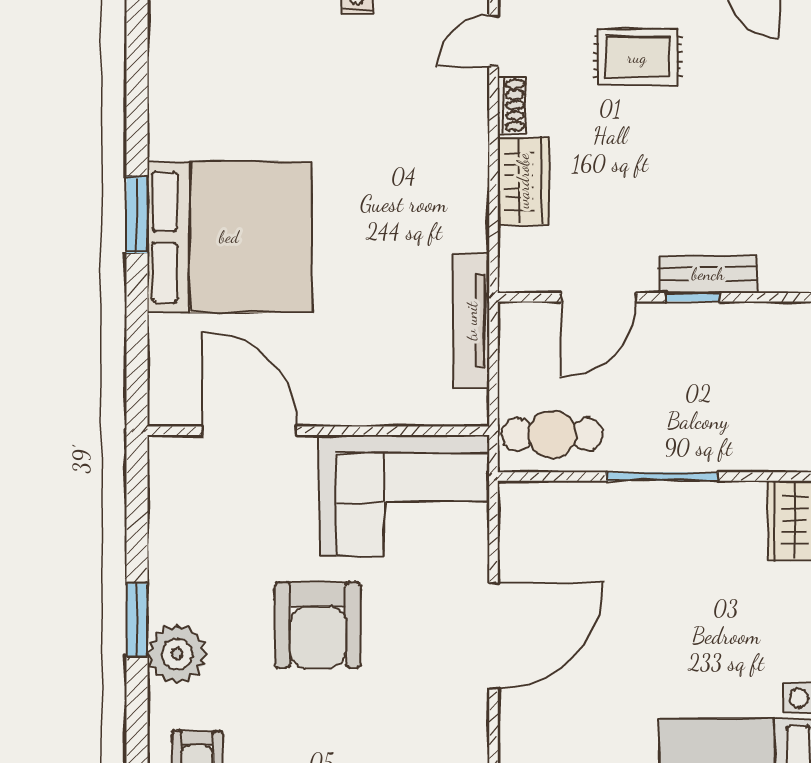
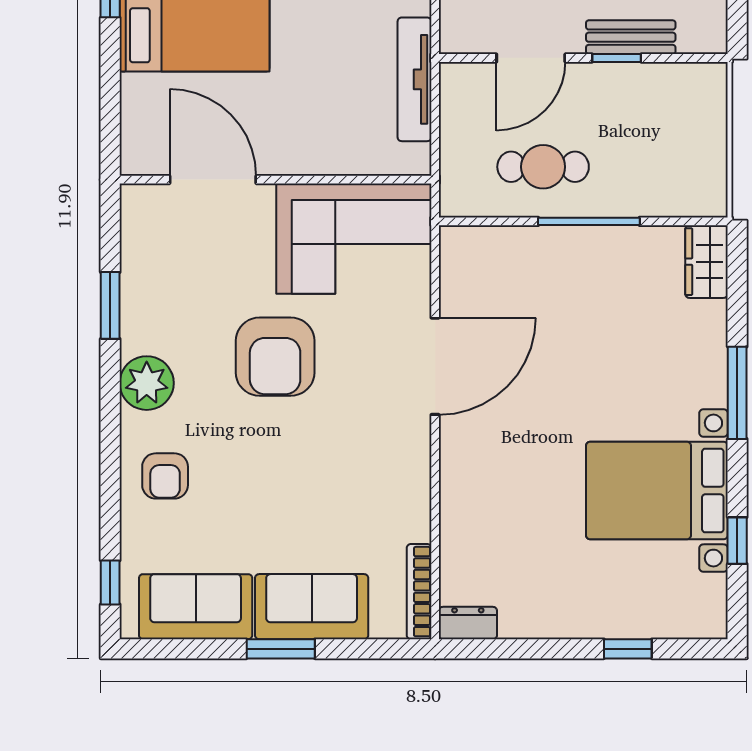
cafe table: (552, 434) -> (543, 167), moved
window: (137, 620) -> (110, 305), moved

